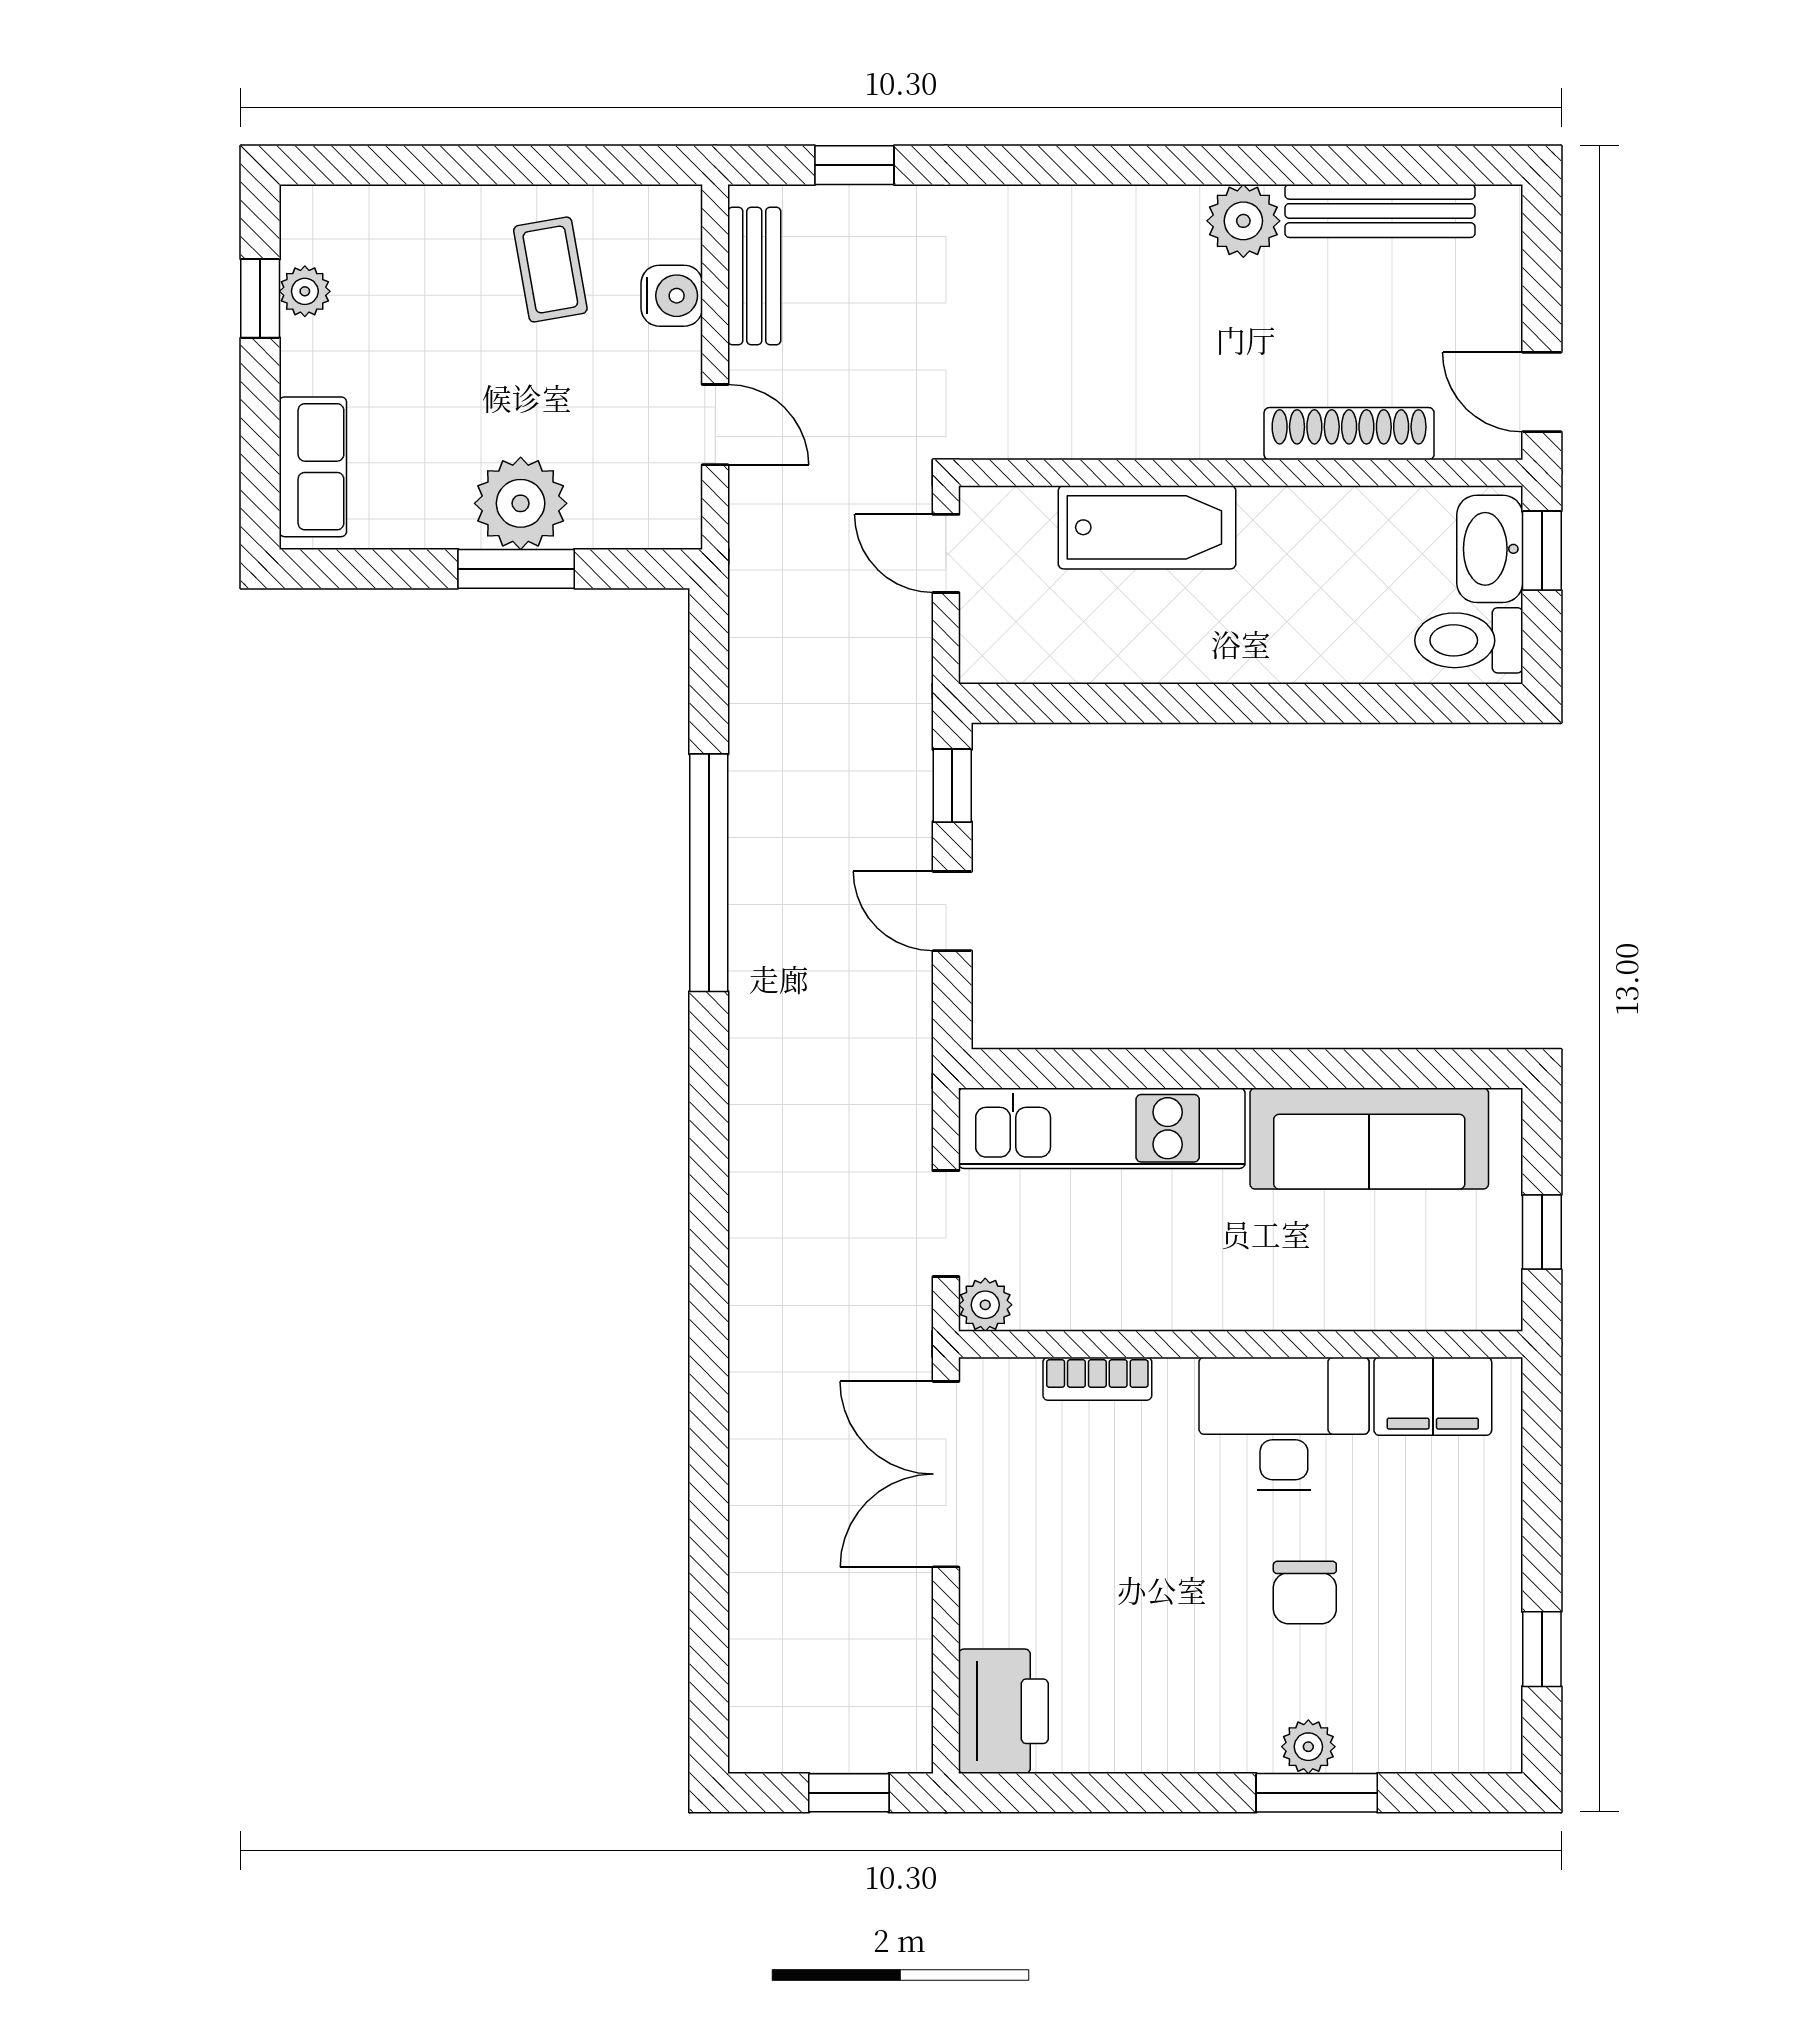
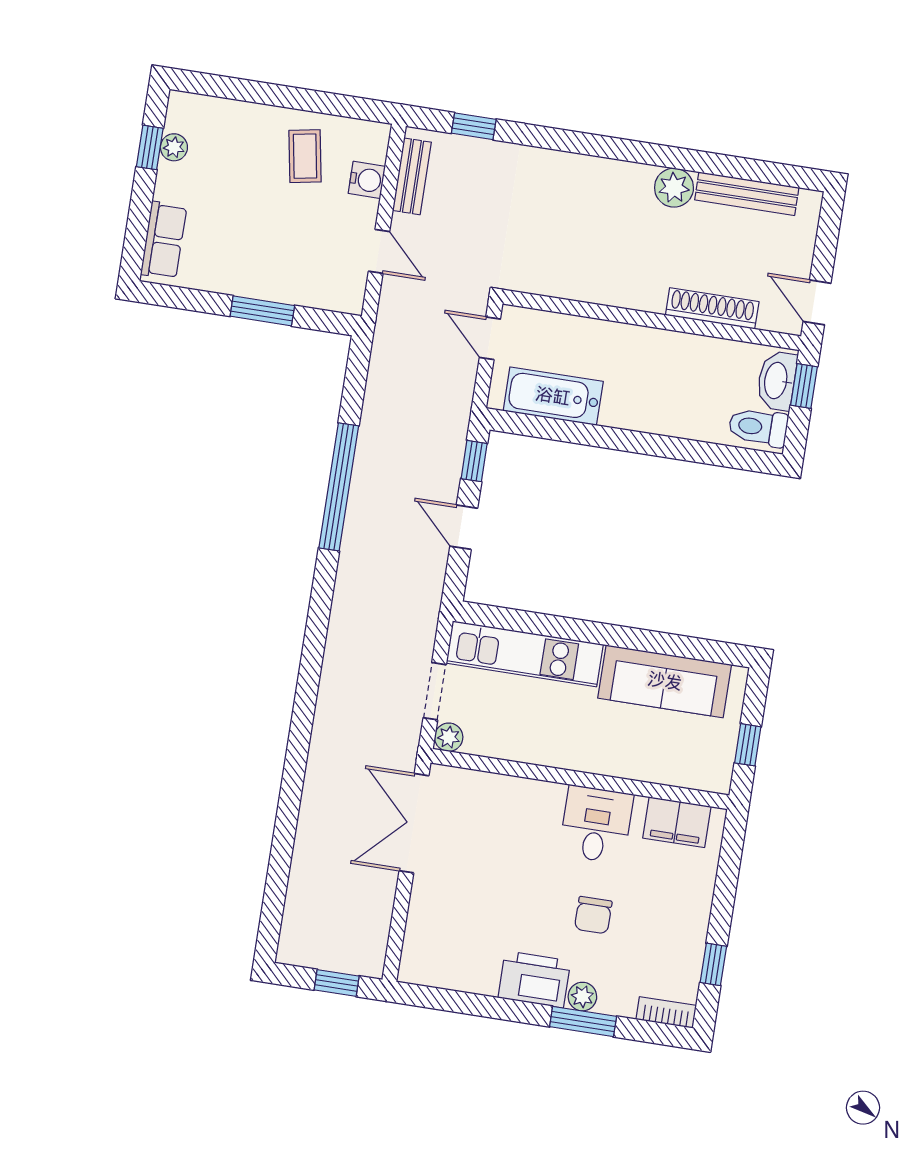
plant: (521, 503) -> (270, 277), removed
bathtub: (1147, 527) -> (553, 396), moved, turned 180
bookcase: (1097, 1379) -> (666, 1012), moved, turned 180
desk: (1284, 1424) -> (596, 824), width x0.73
printer: (1003, 1711) -> (534, 979), moved, turned -90

